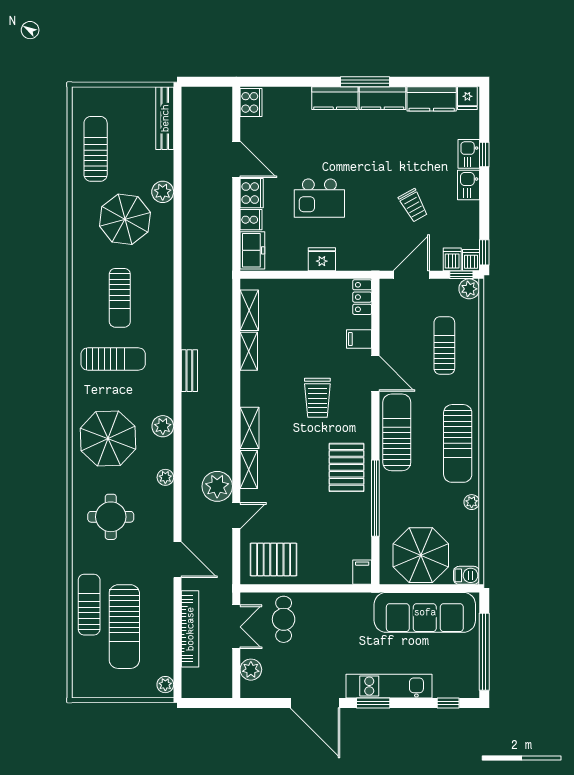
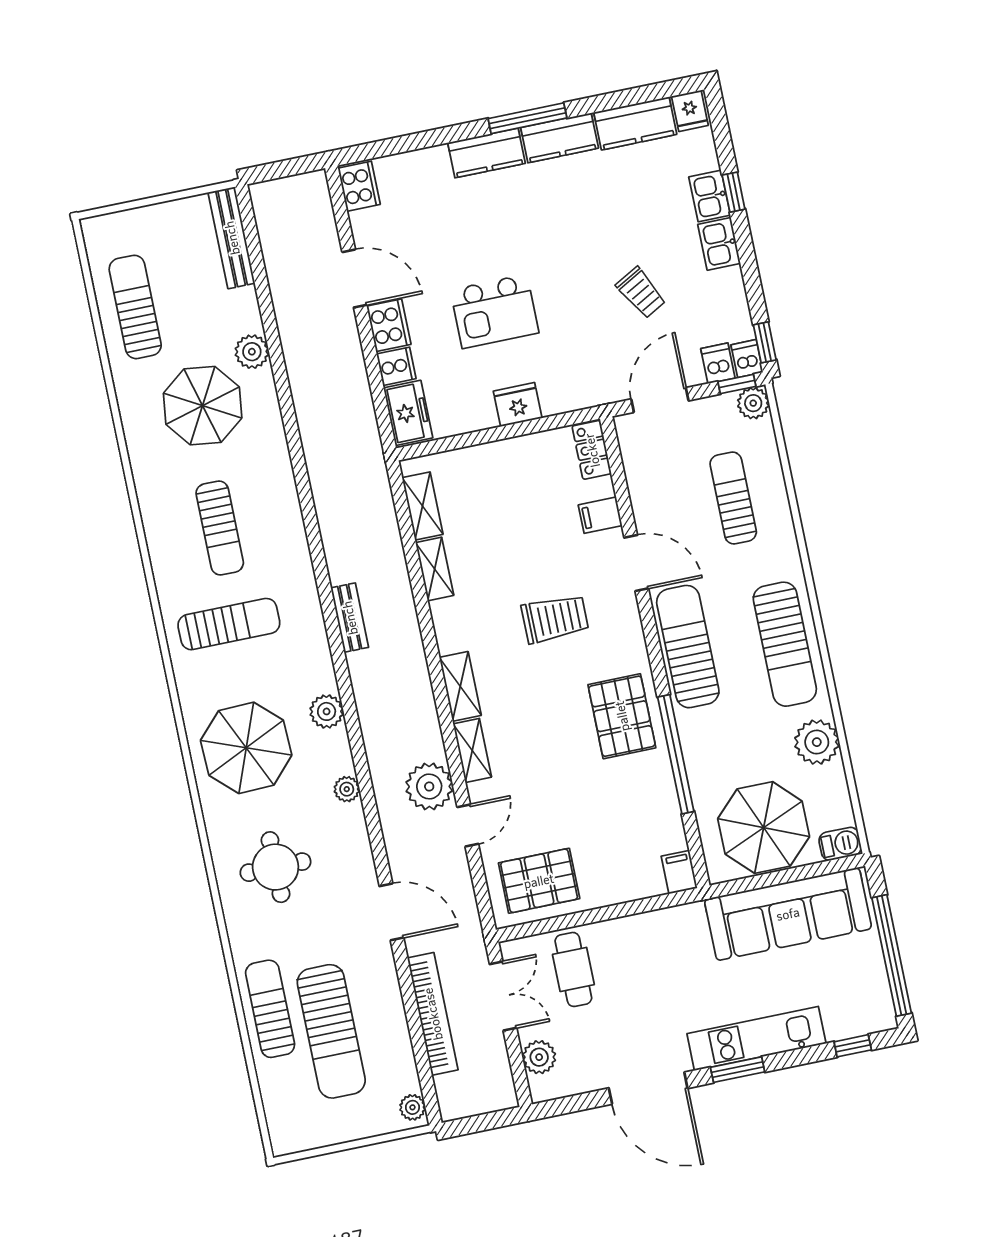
trolley: (317, 398) -> (555, 619), turned -90
plant: (472, 502) -> (817, 742), width x1.88, depth x1.88

